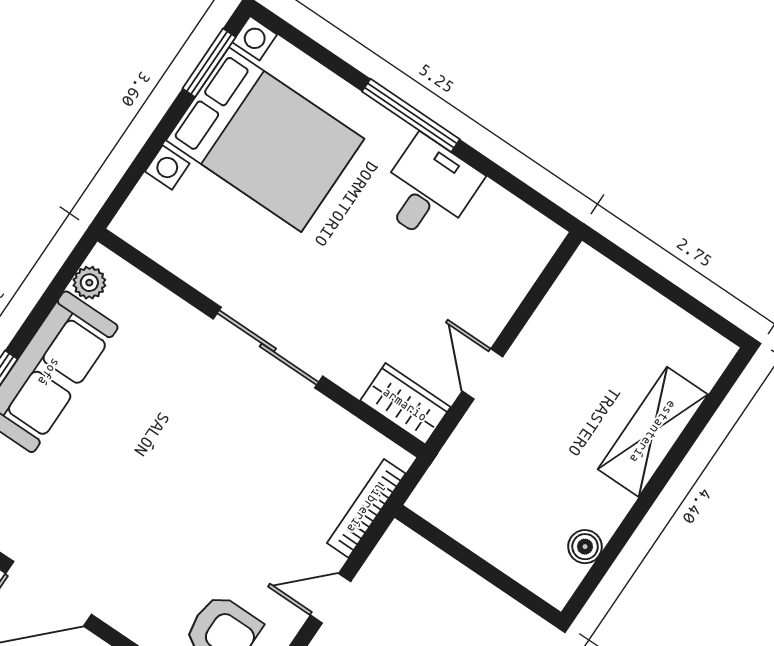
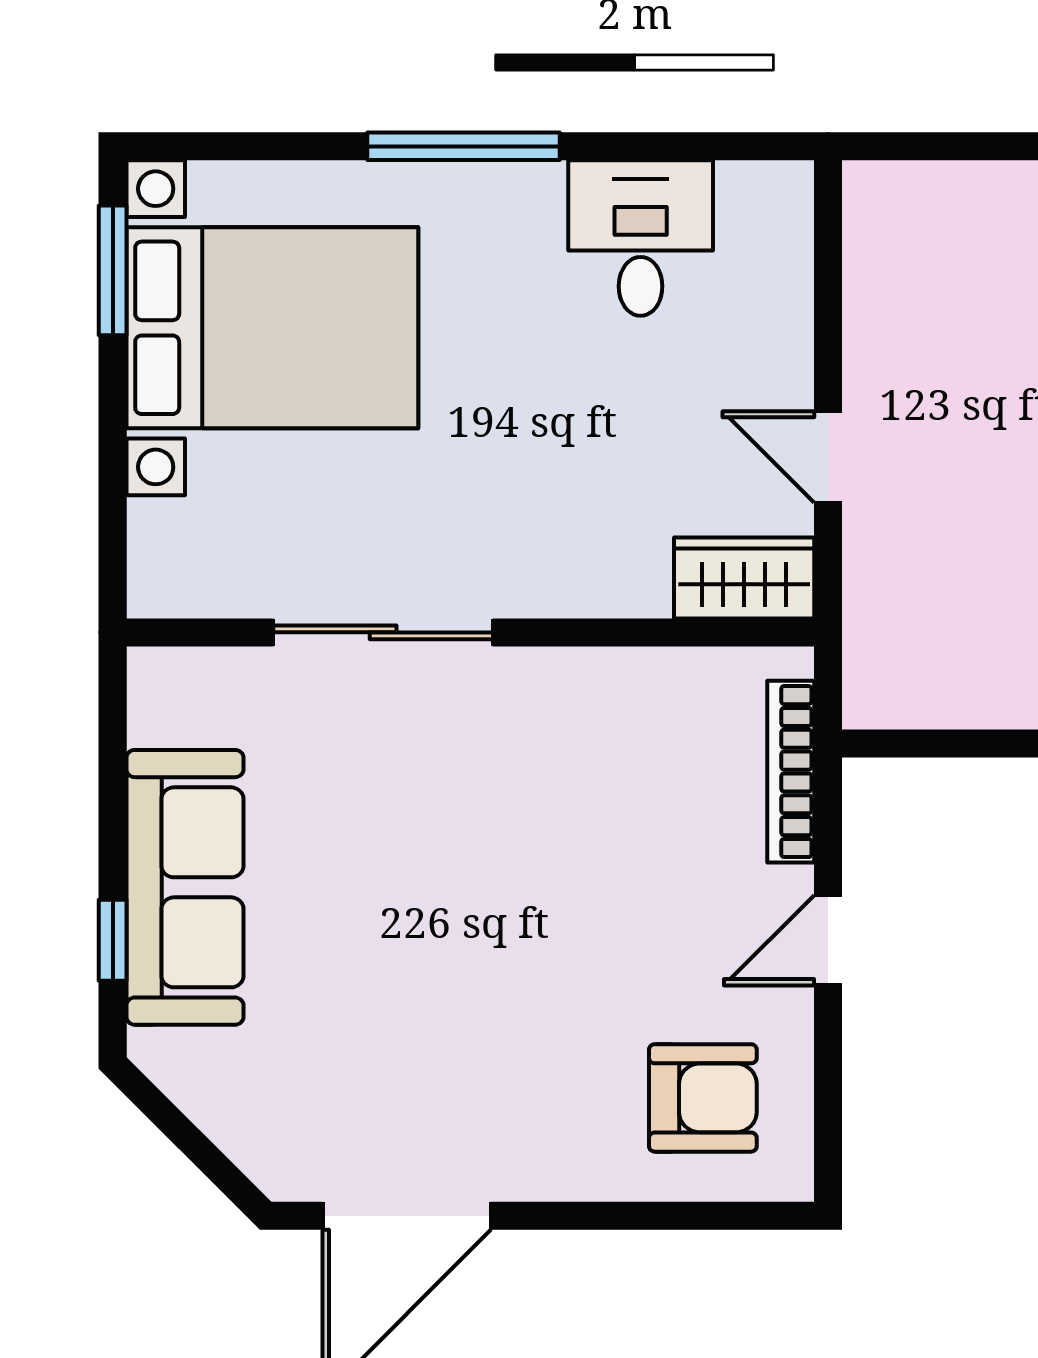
desk: (428, 189) -> (641, 238), moved
plant: (89, 283) -> (156, 715), removed
sliding door: (268, 348) -> (383, 632), moved

